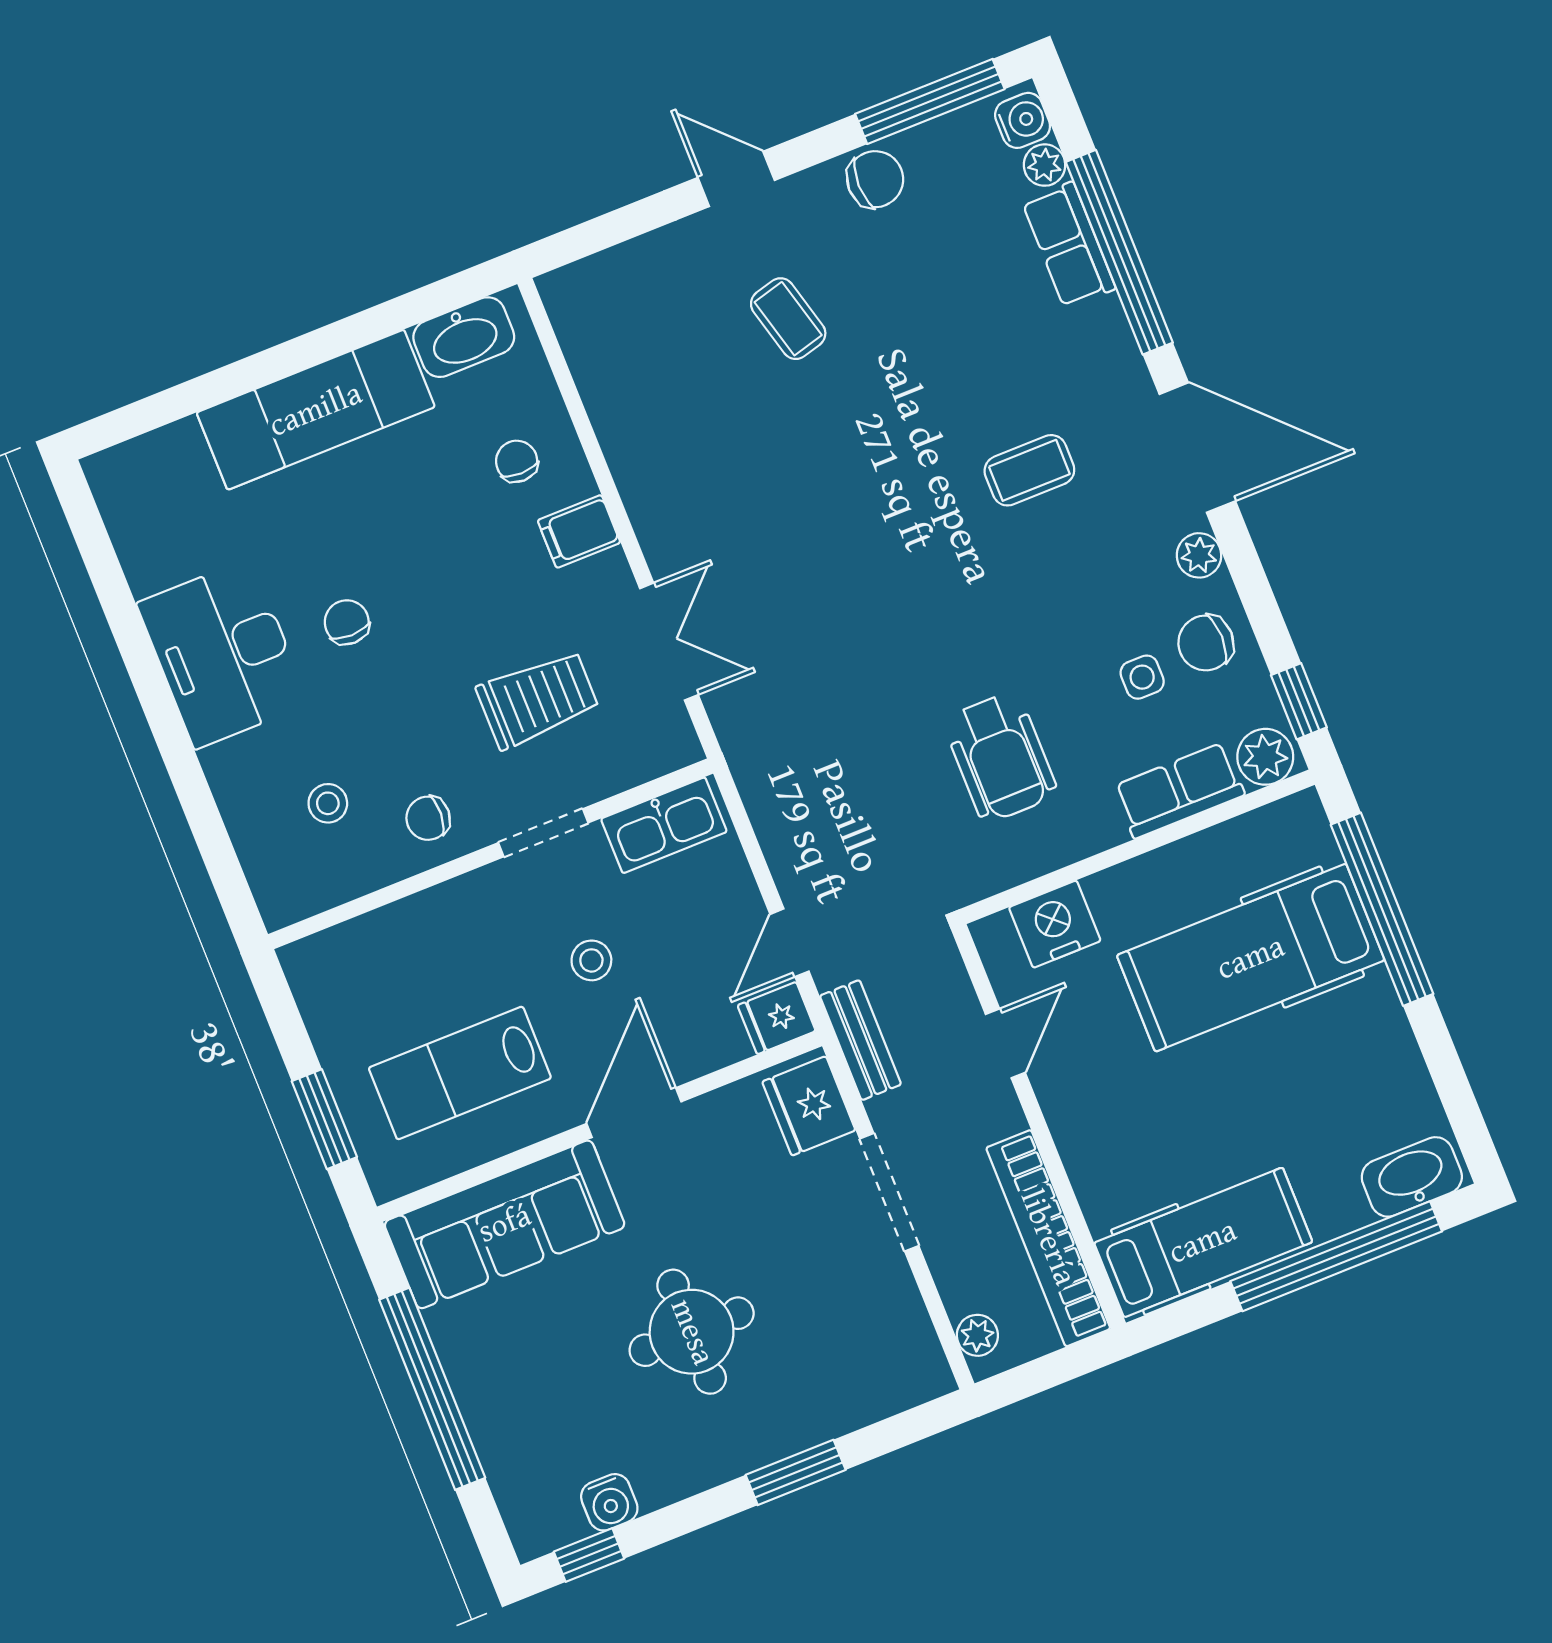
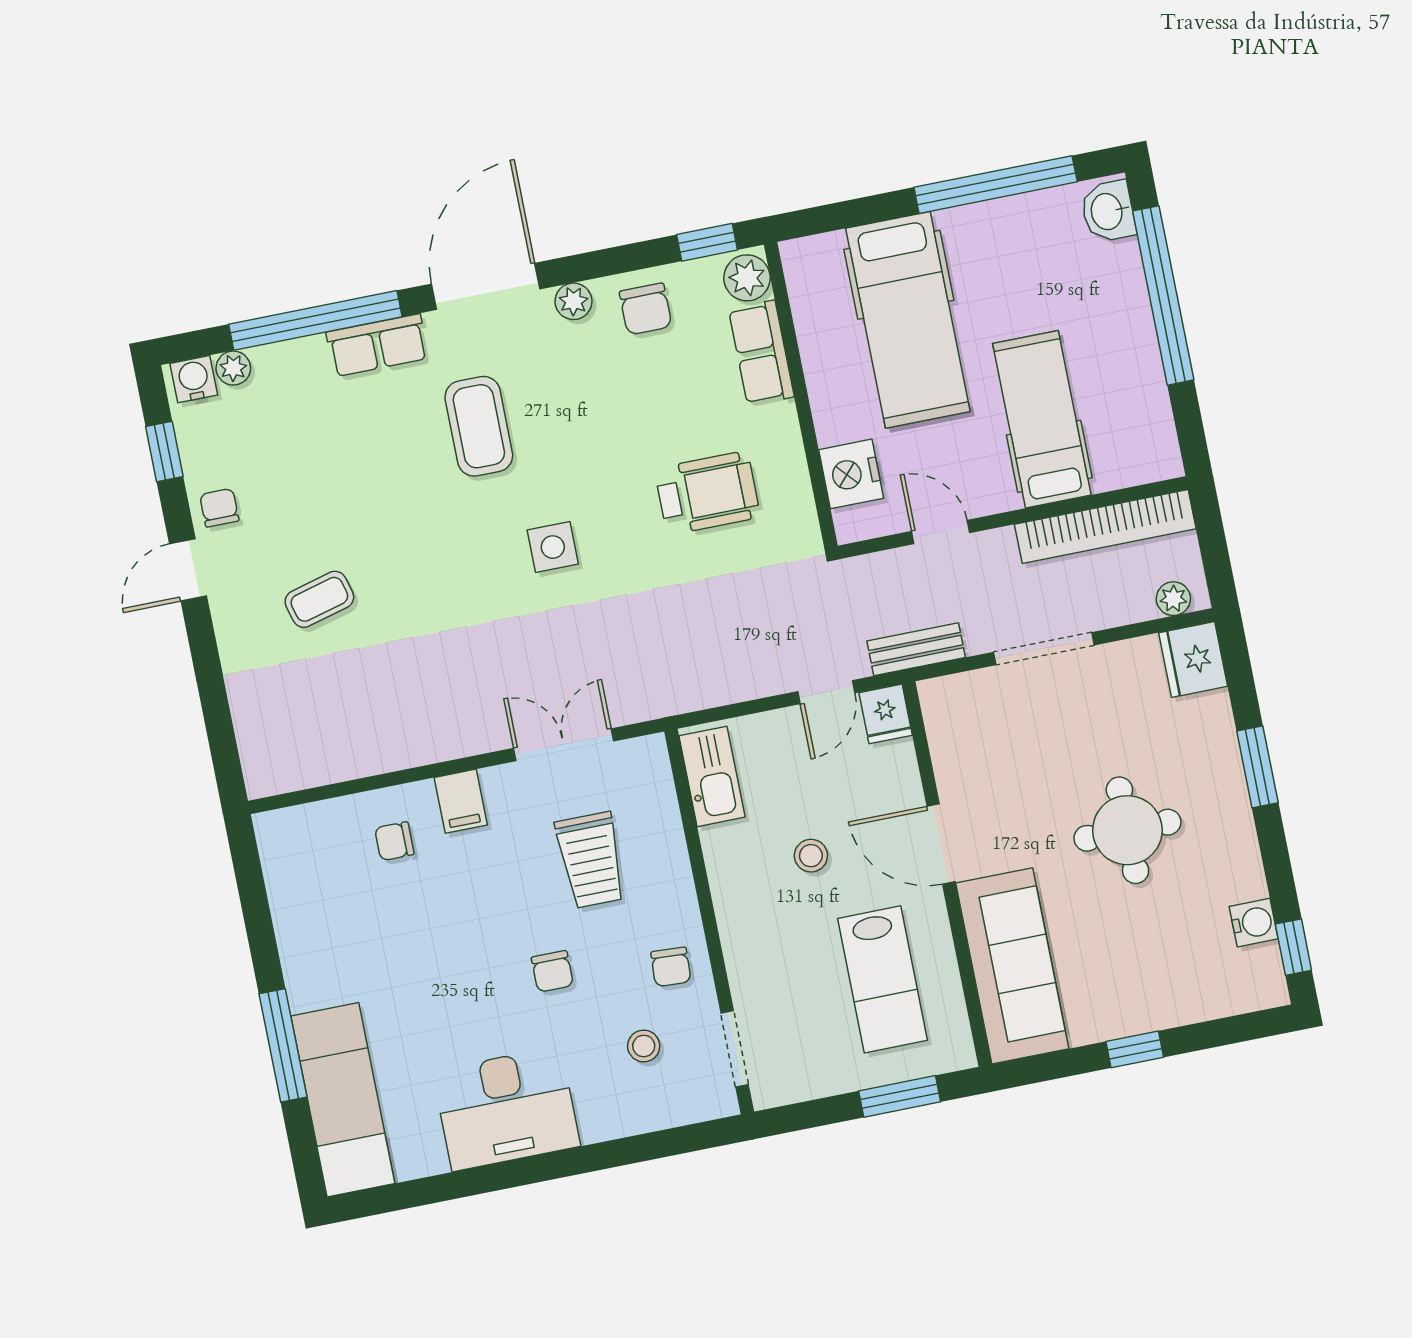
window: (930, 101) -> (164, 452), width x0.46
door: (736, 179) -> (188, 570), moved
chair: (875, 179) -> (219, 508), width x0.73, depth x0.73
row of seats: (1069, 245) -> (377, 345), moved
washbasin: (464, 337) -> (286, 865), removed
window: (249, 374) -> (283, 1045), added
exam couch: (316, 410) -> (343, 1100), moved
coffee table: (1029, 470) -> (479, 426), width x1.36, depth x1.30
chair: (347, 622) -> (552, 971), moved, turned -90
side table: (1142, 677) -> (553, 547), moved, width x1.37, depth x1.37
trolley: (538, 699) -> (591, 860), turned 180
doorway: (543, 833) -> (735, 1049), moved
window: (1382, 909) -> (996, 185), moved
door: (789, 943) -> (826, 692), hinge flipped
fridge: (809, 1106) -> (1193, 659), moved, turned 90
washbasin: (1412, 1177) -> (1108, 211), width x0.72
hospital bed: (1203, 1242) -> (1042, 419), moved
window: (432, 1389) -> (1135, 1049), width x0.32

